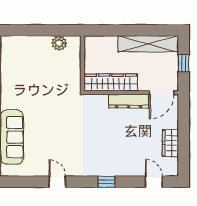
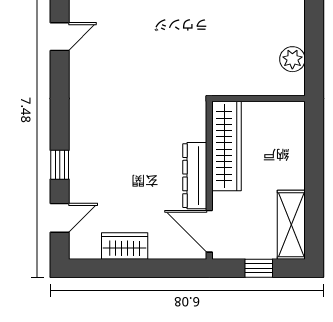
shelving: (148, 44) -> (291, 225), width x0.68
door: (57, 182) -> (60, 37), moved
window: (106, 182) -> (60, 165), moved

